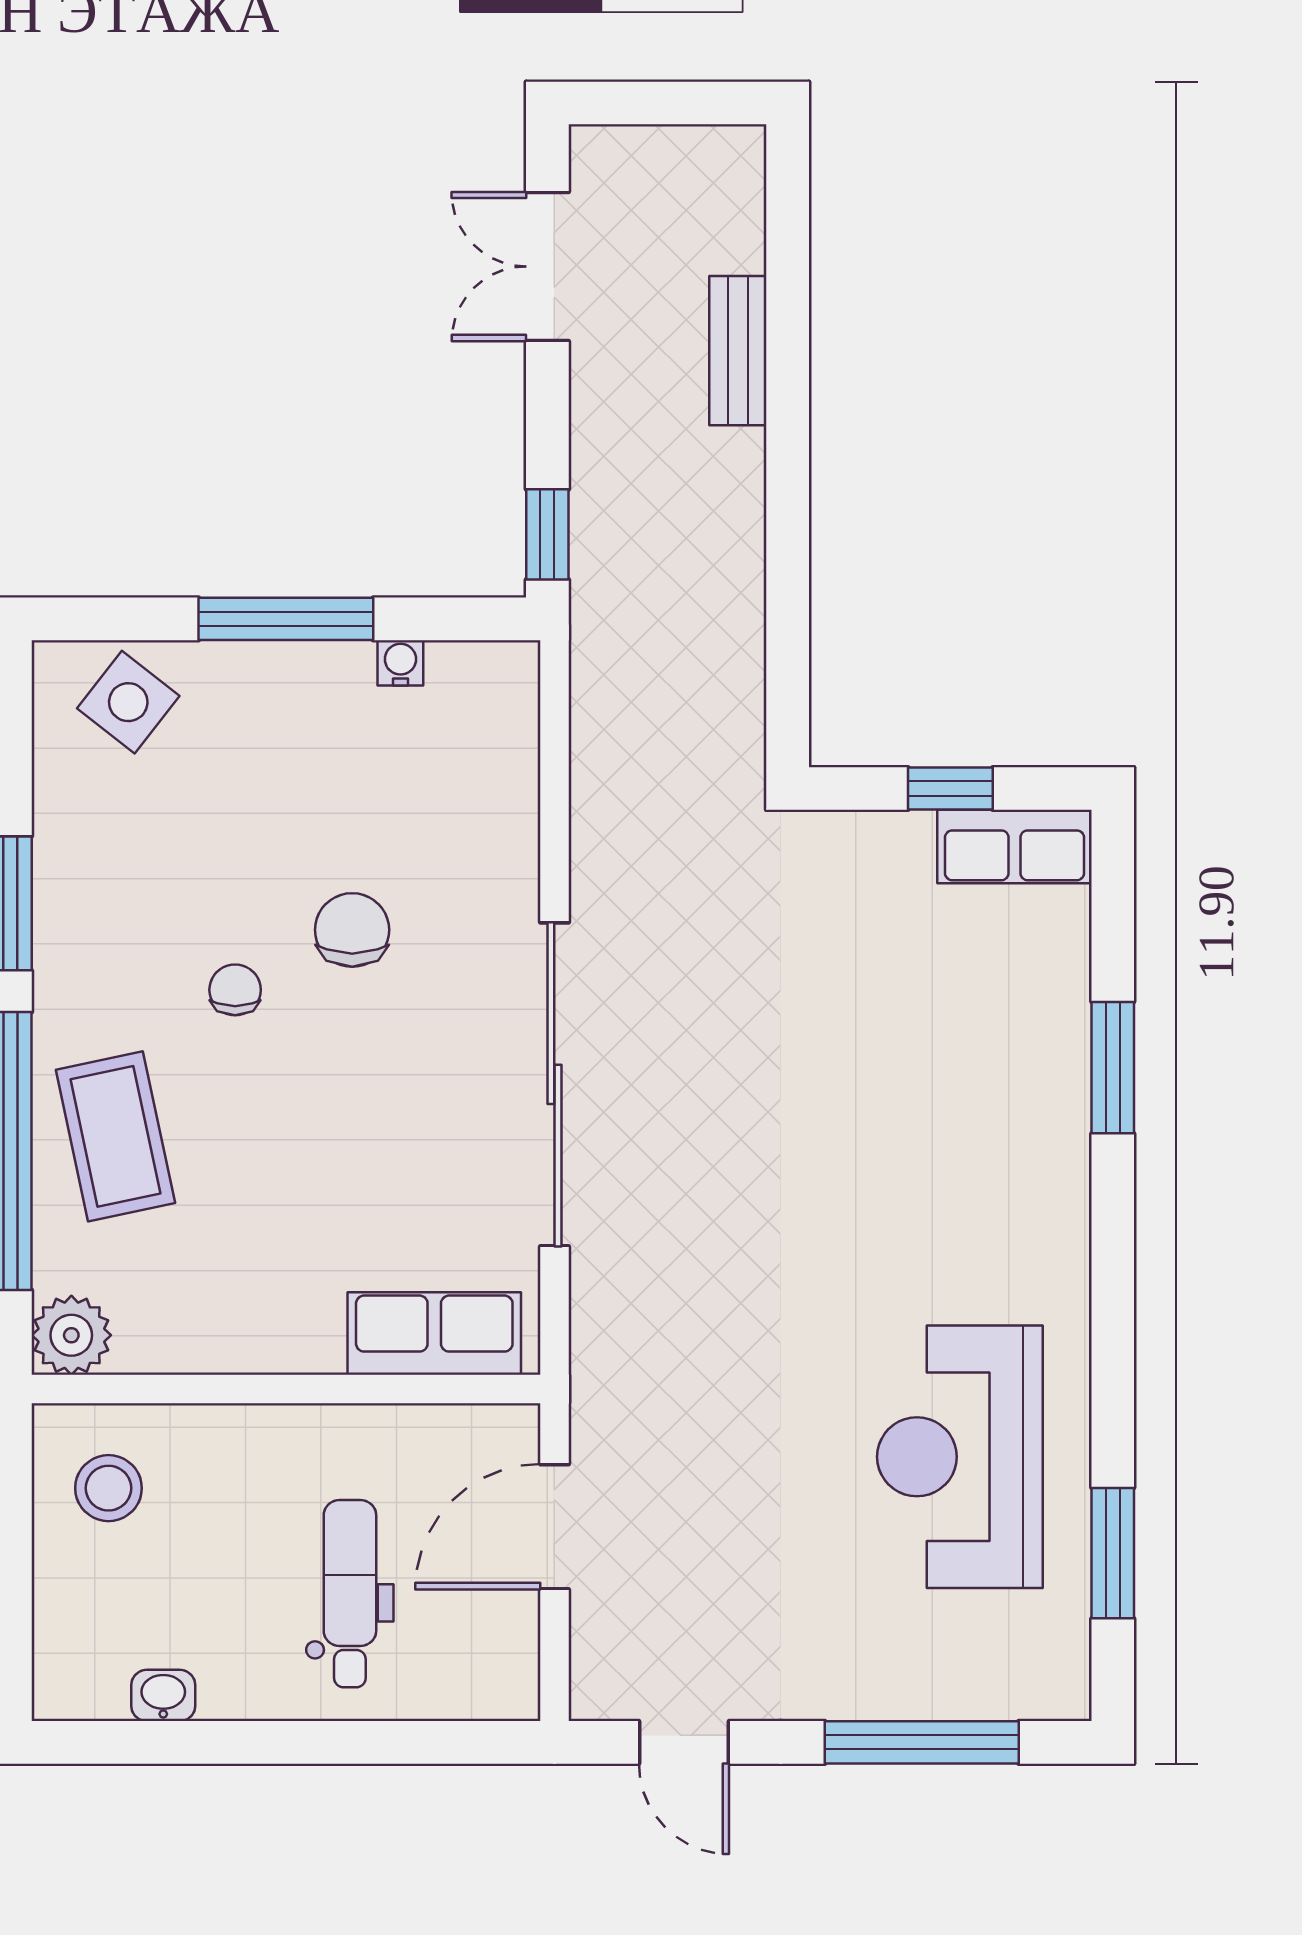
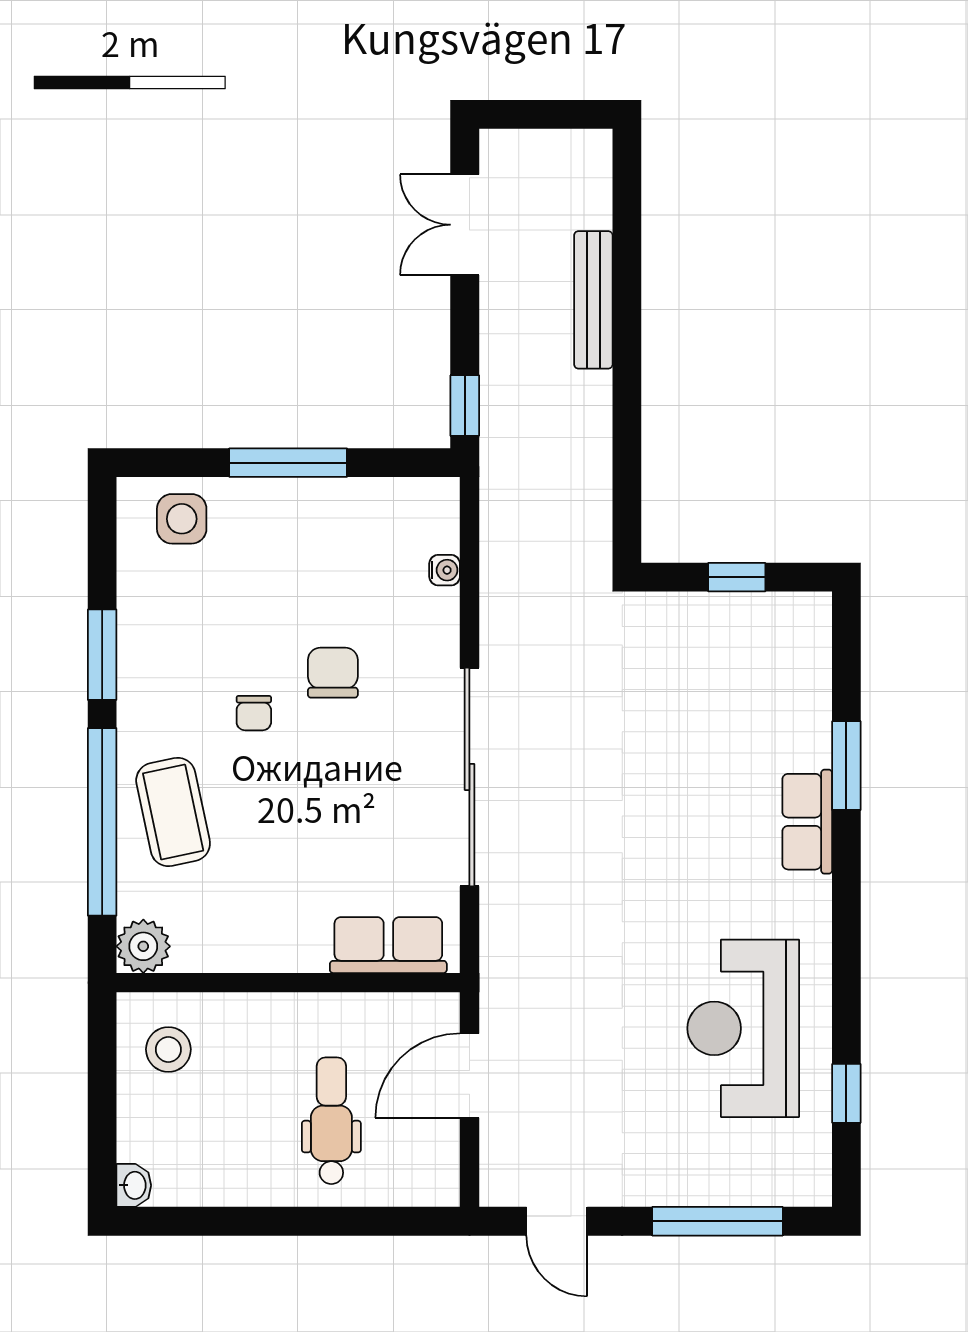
bench: (738, 351) -> (593, 300), width x1.36
water cooler: (400, 663) -> (445, 570), moved, turned 90
side table: (128, 702) -> (182, 519), turned -38
row of seats: (1015, 847) -> (807, 822), moved, turned 90
chair: (235, 990) -> (254, 713), turned 180
window: (1113, 1553) -> (846, 1093), width x0.67
washbasin: (163, 1695) -> (134, 1185), moved, turned 90

